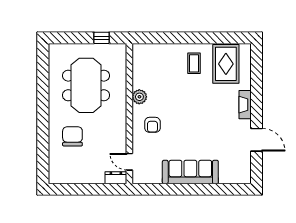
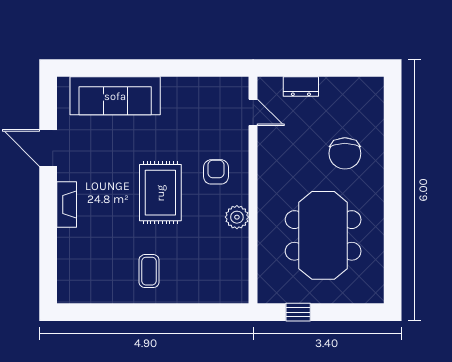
rug: (226, 64) -> (160, 193), moved
sofa: (190, 172) -> (115, 96), moved
dresser: (116, 178) -> (301, 87), moved

